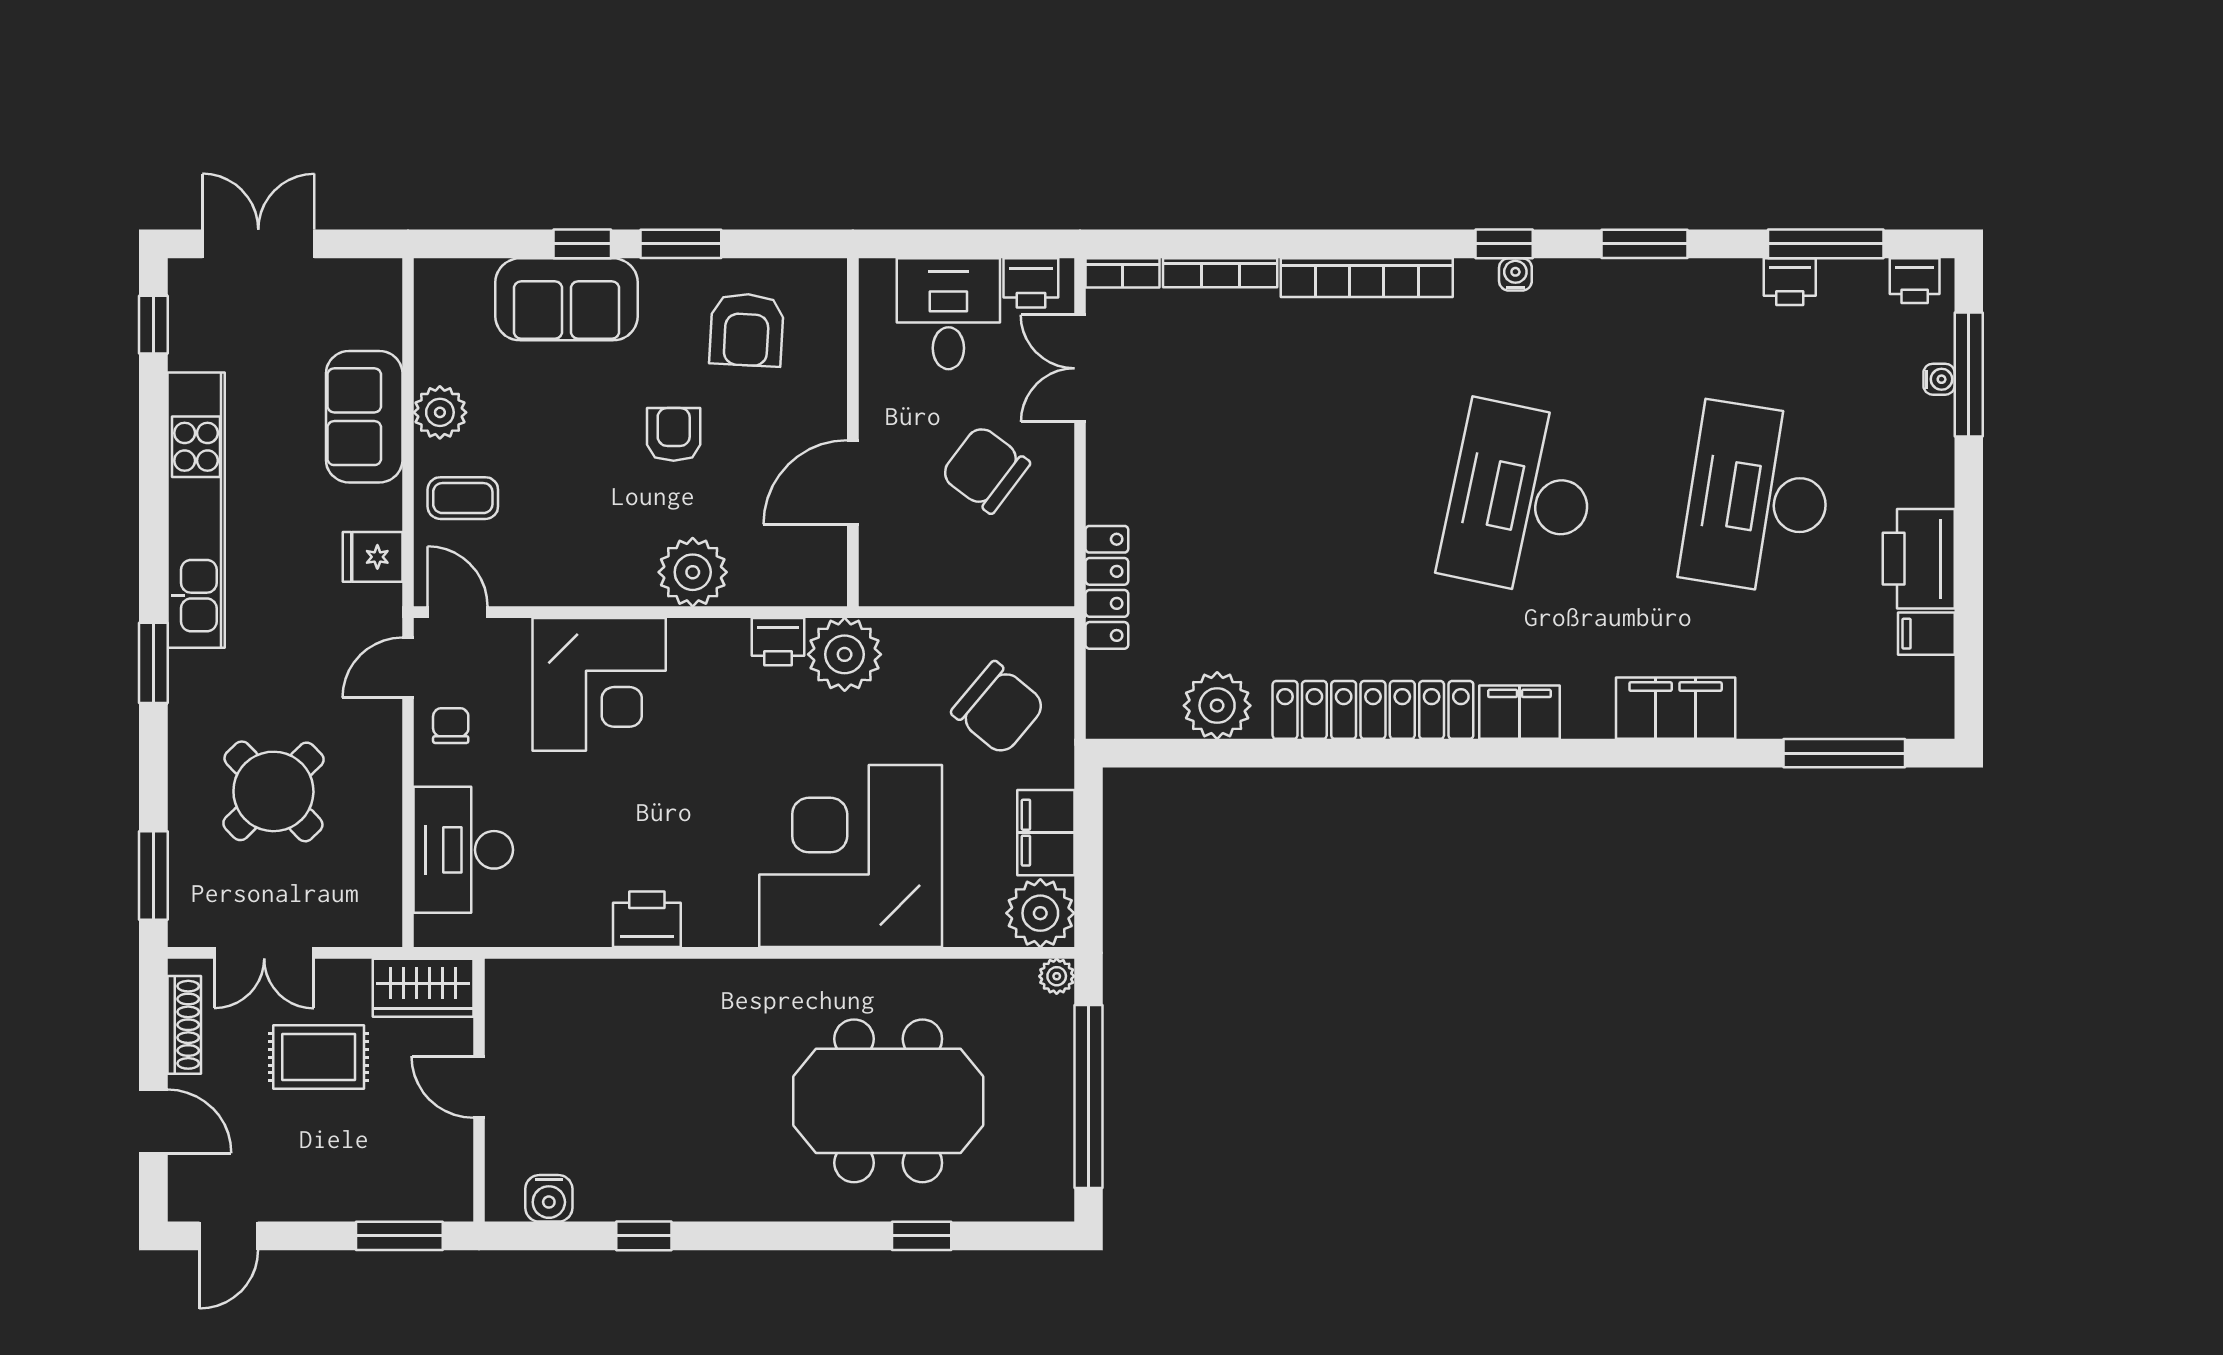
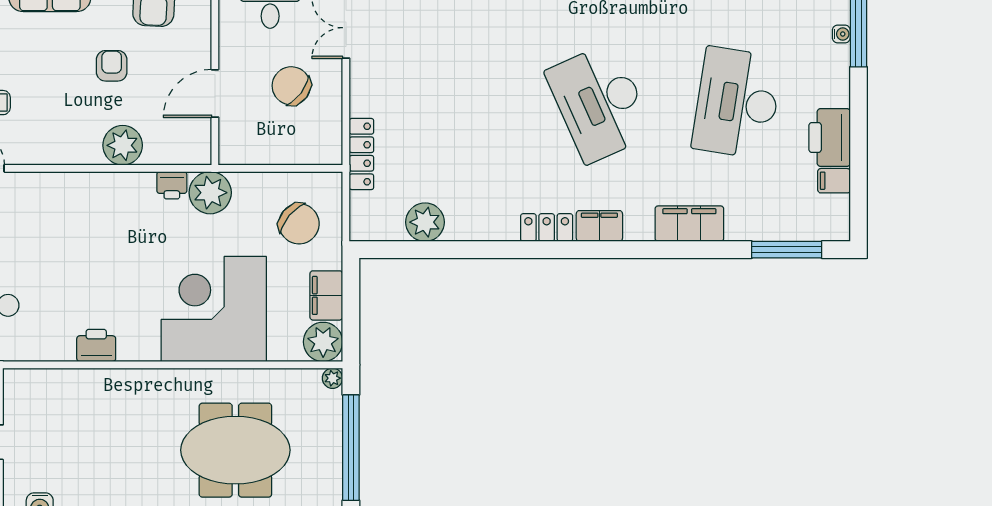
desk: (1520, 499) -> (600, 103), turned -36
corner desk: (599, 684) -> (69, 210), removed
locker: (1373, 710) -> (547, 228), width x0.46, depth x0.83

